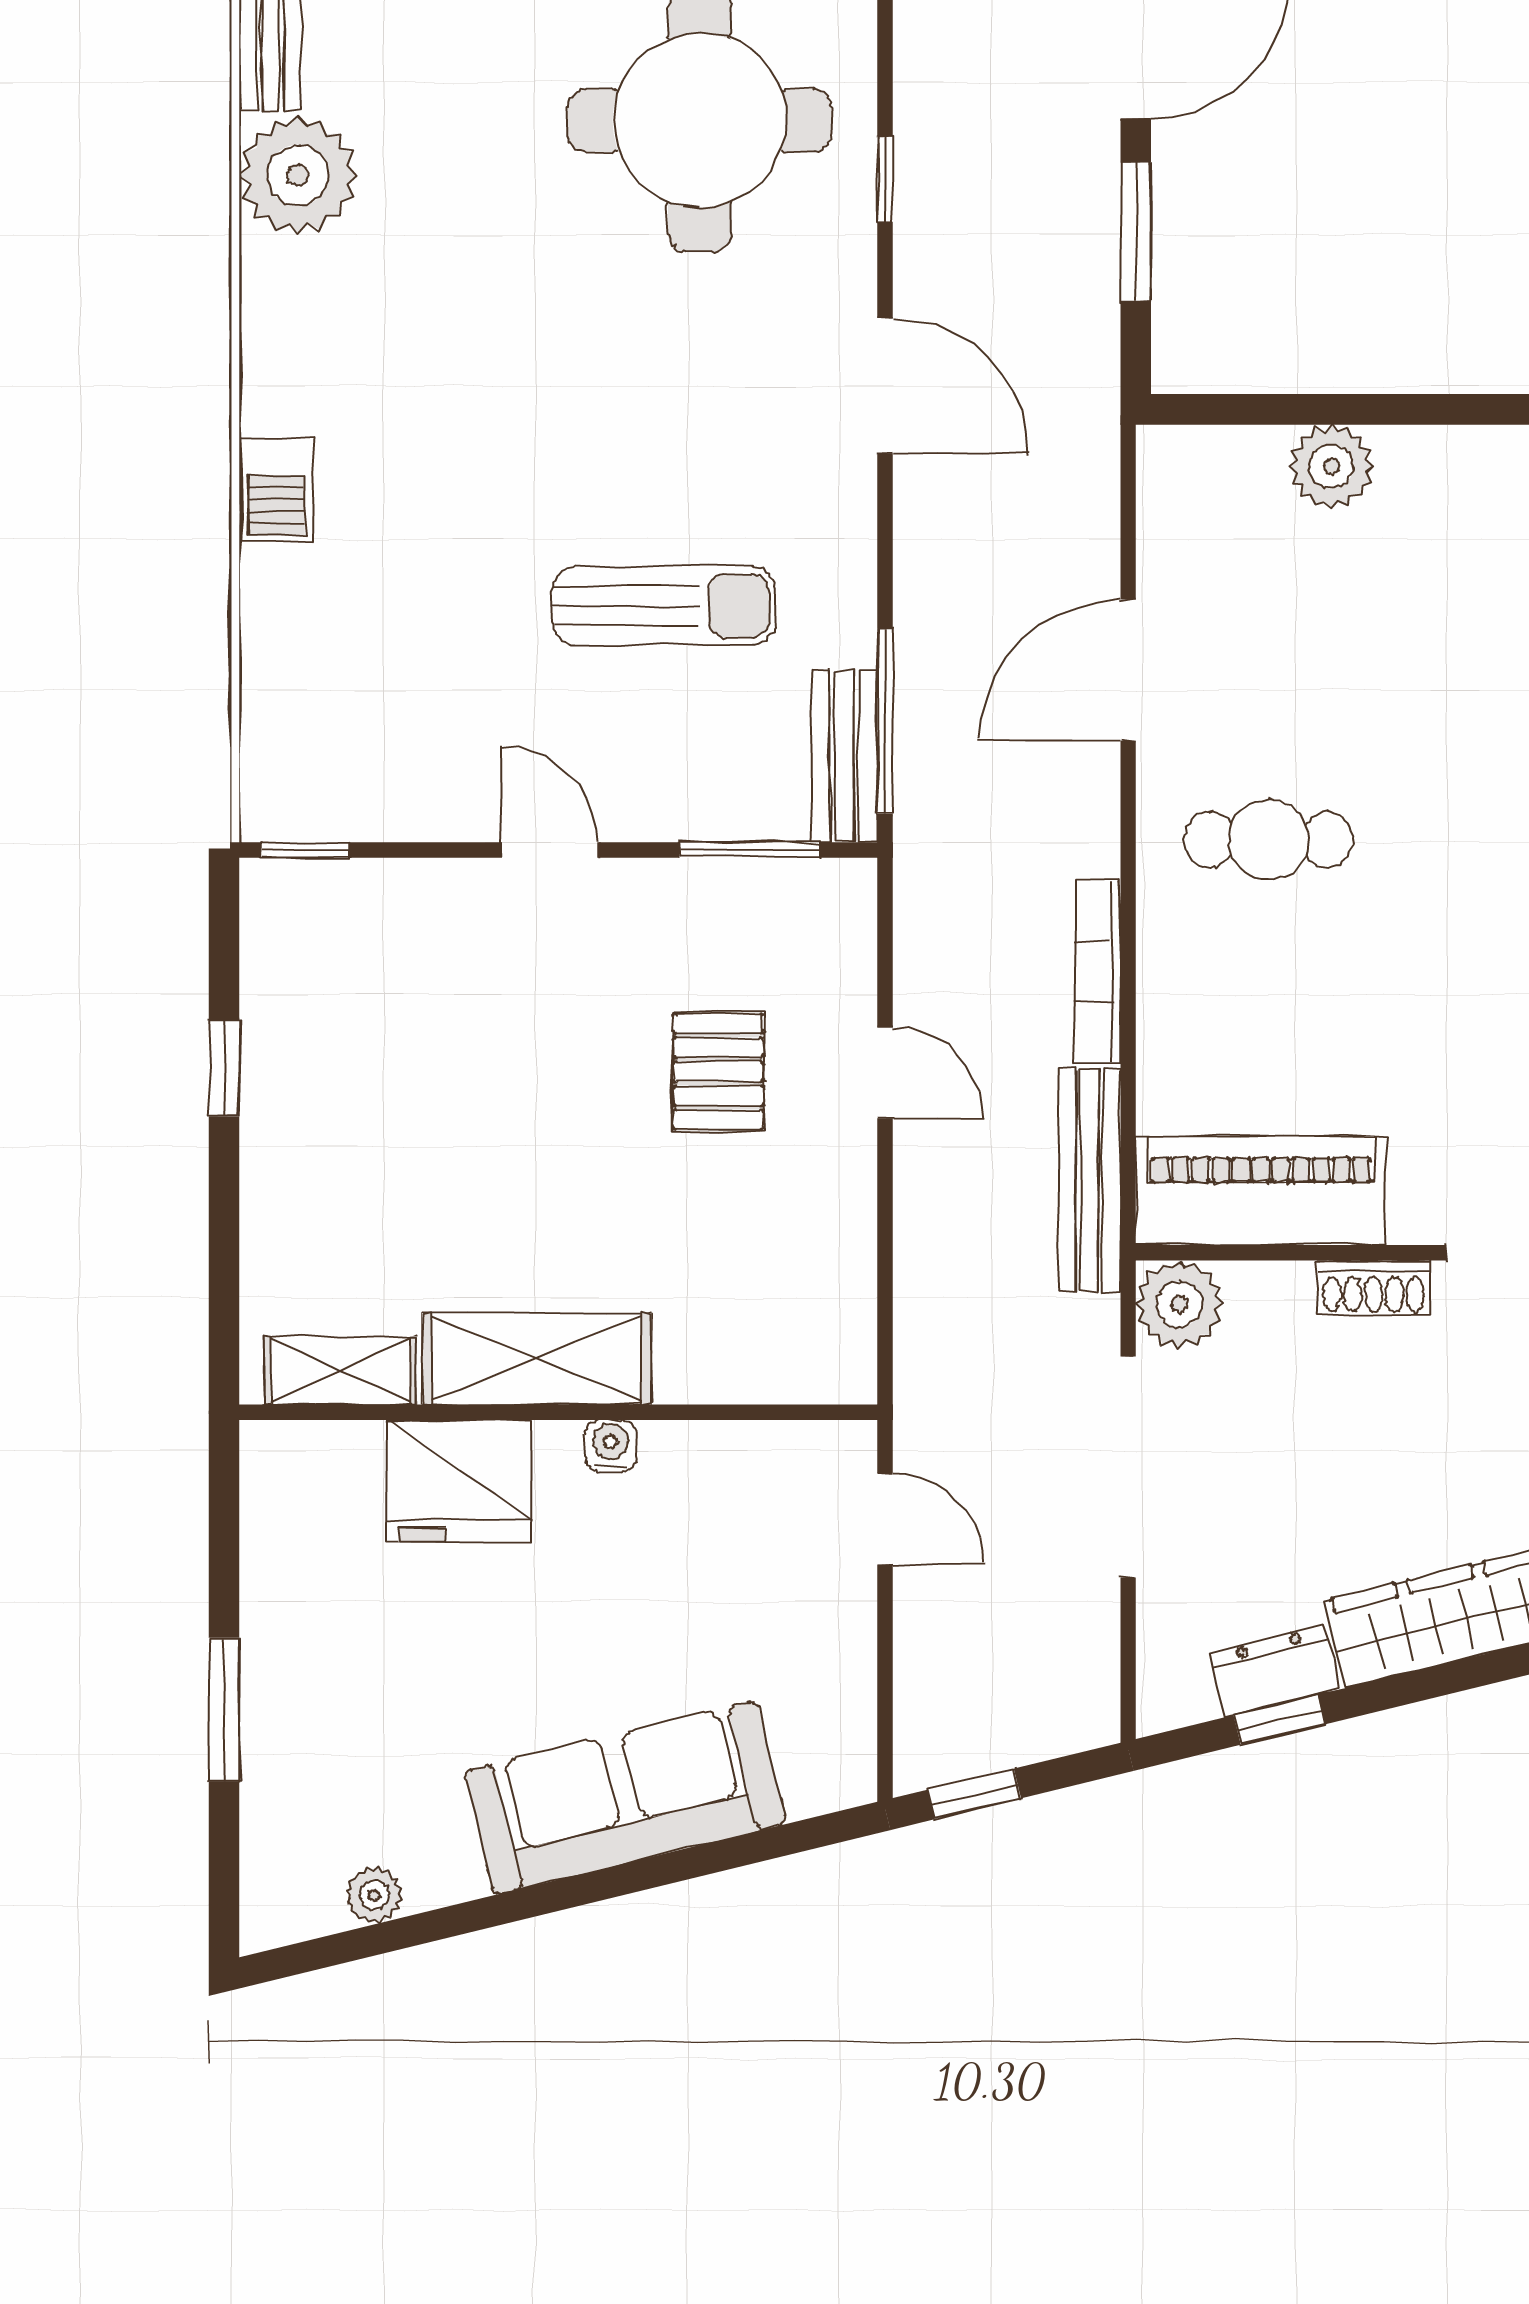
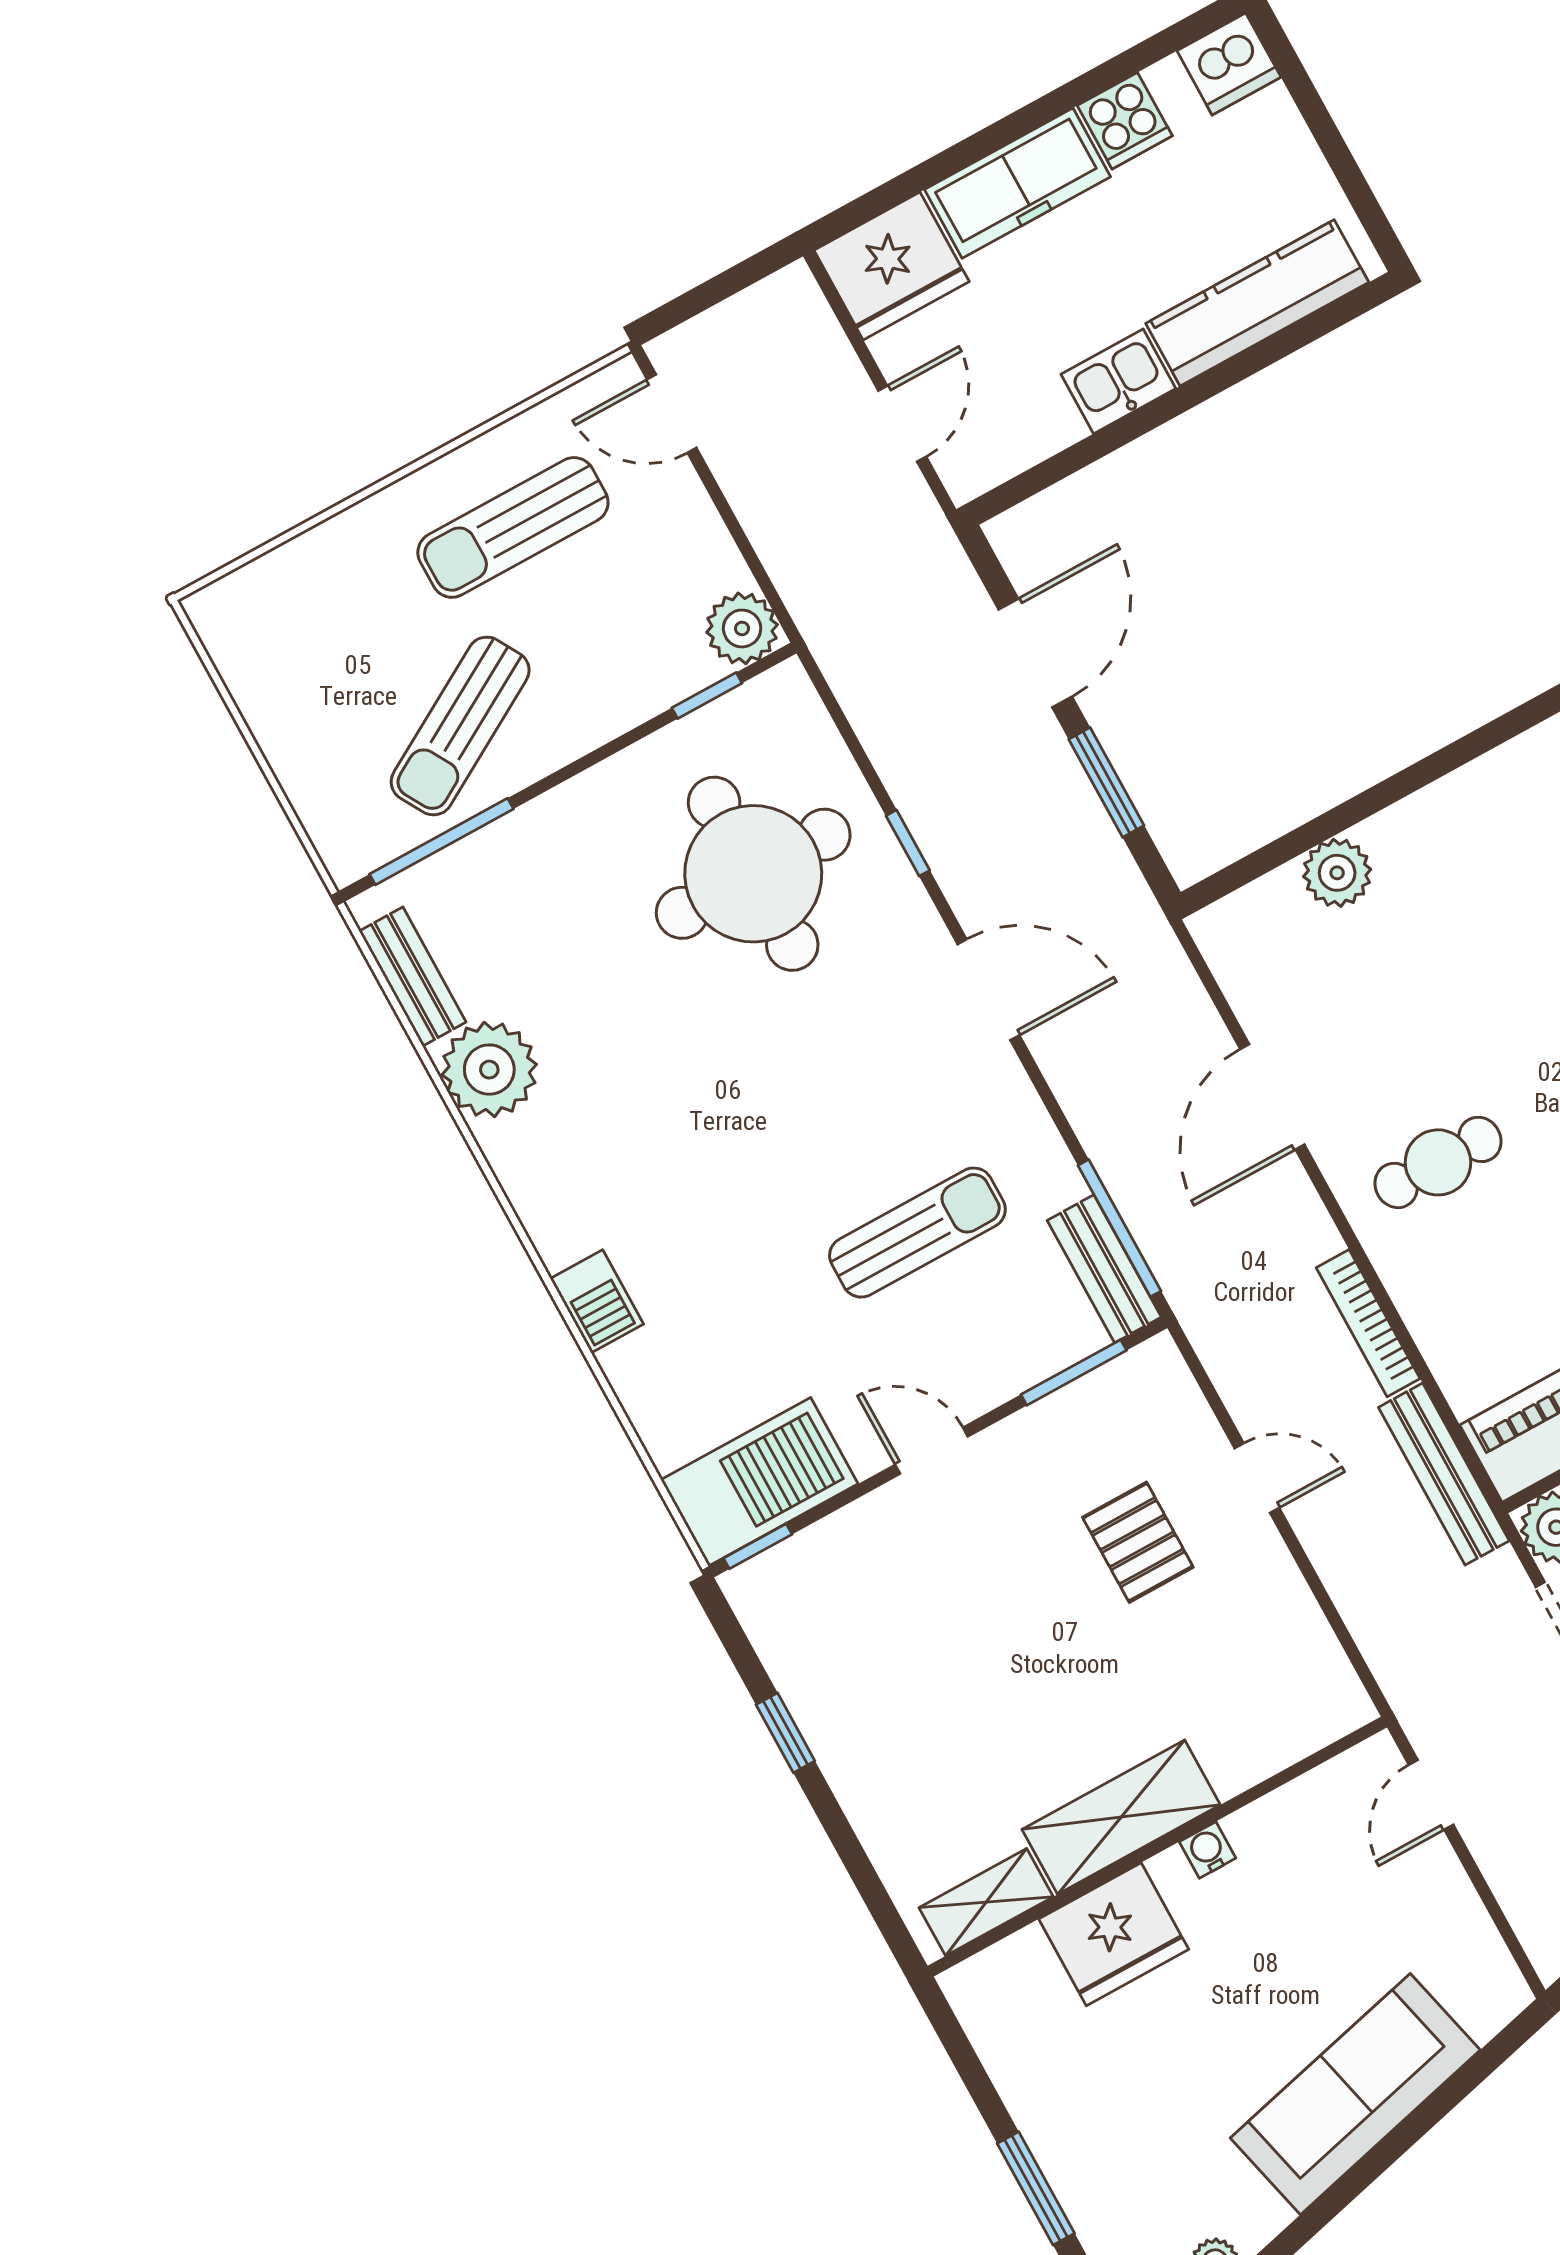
barbecue: (345, 782) -> (759, 1482), added
door: (885, 1519) -> (1431, 1795), swing flipped

